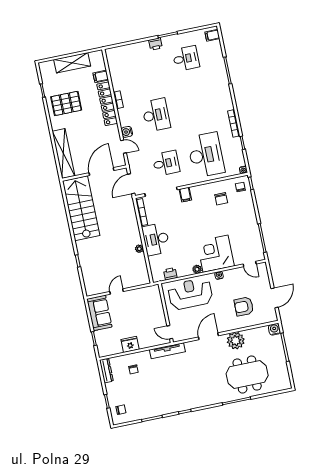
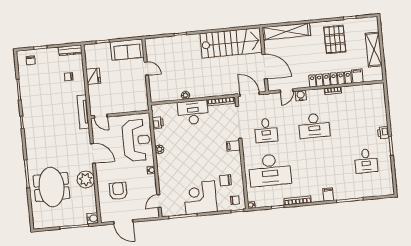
filing cabinet: (212, 35) -> (328, 195), moved
corner desk: (216, 254) -> (200, 198), moved, turned -90
door: (170, 332) -> (101, 116), swing flipped

